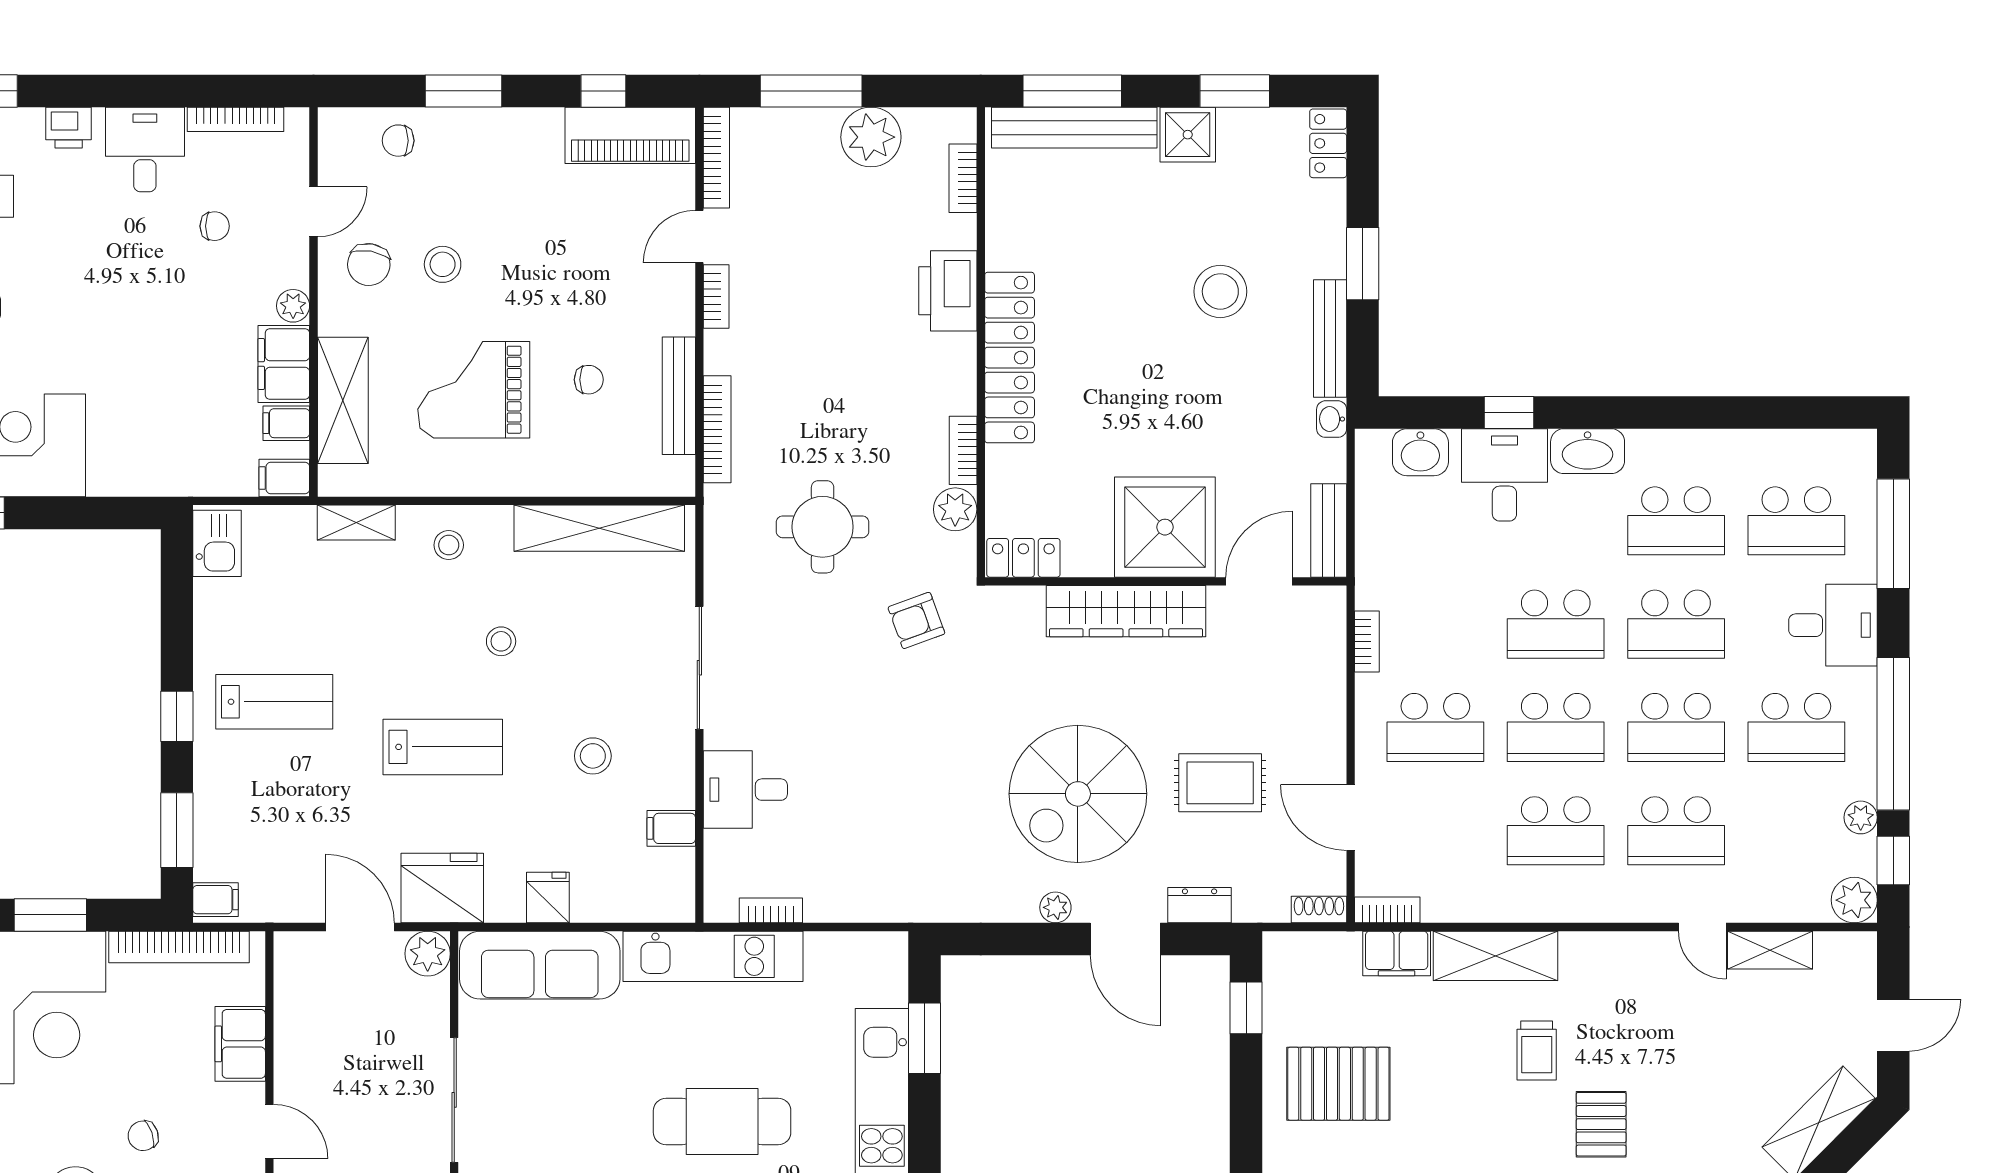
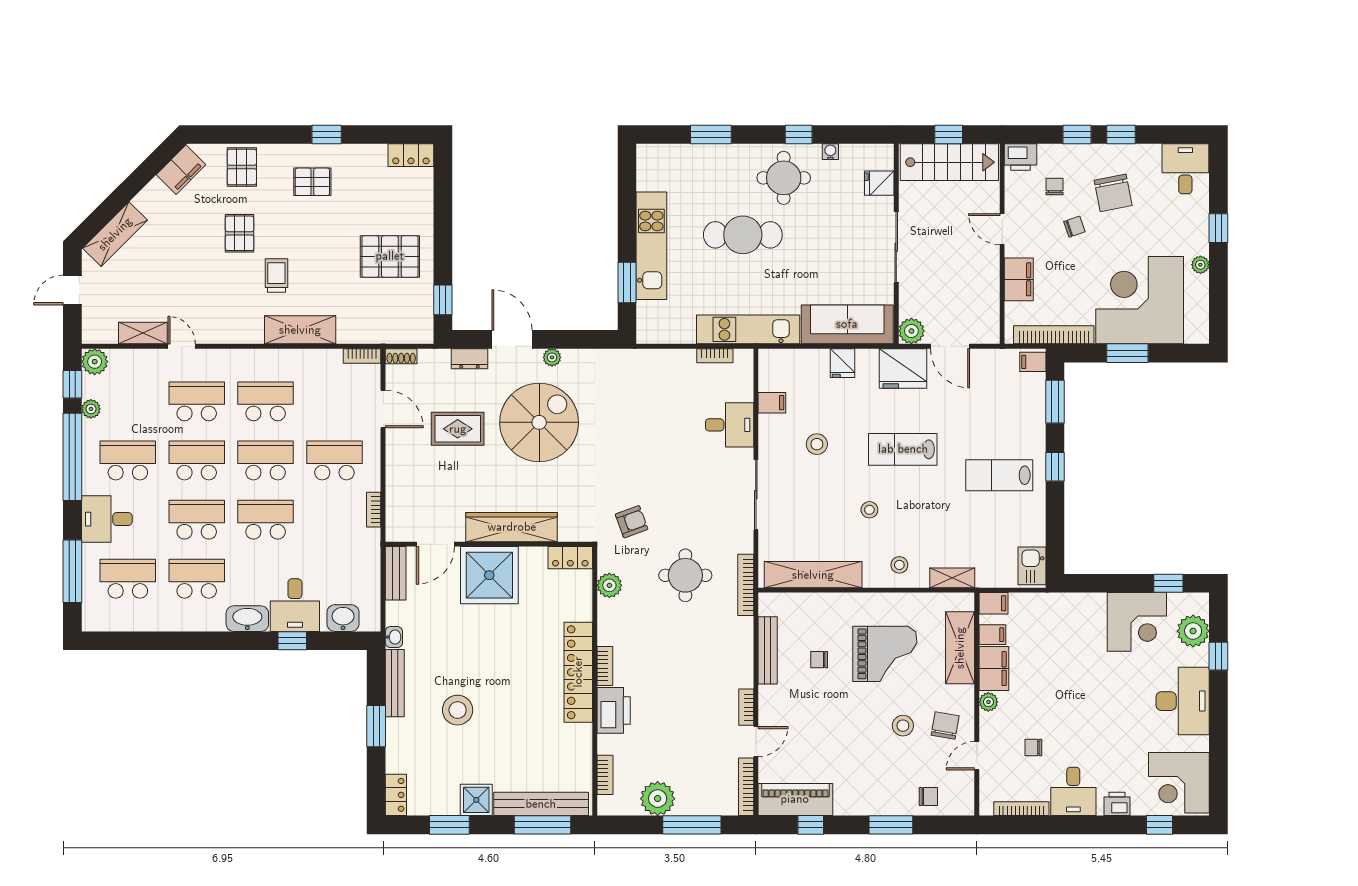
bookcase: (717, 429) -> (746, 585), moved
bookcase: (963, 450) -> (605, 666), moved
filing cabinet: (1397, 953) -> (357, 331), removed

